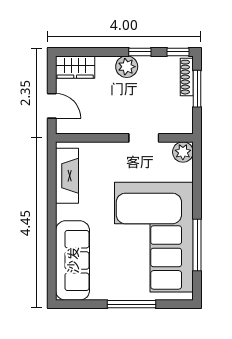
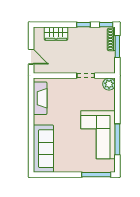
wardrobe: (75, 67) -> (56, 34), moved
plant: (127, 67) -> (76, 33), removed
corner sofa: (154, 237) -> (98, 135), width x0.73, depth x0.74
window: (132, 304) -> (96, 175), moved

